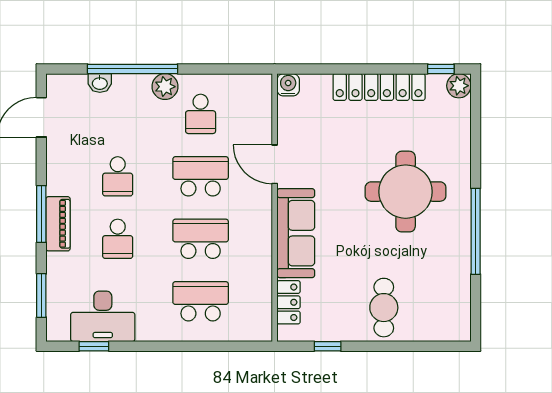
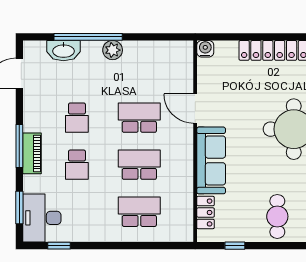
washbasin: (100, 83) -> (63, 51), width x1.91, depth x1.45
school desk: (201, 114) -> (139, 71), removed
desk: (103, 316) -> (42, 218), moved, turned 90

